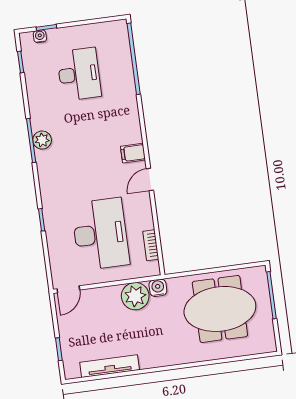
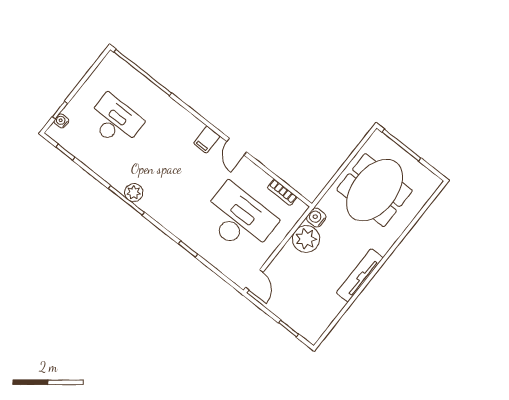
tv unit: (110, 366) -> (360, 275), moved

